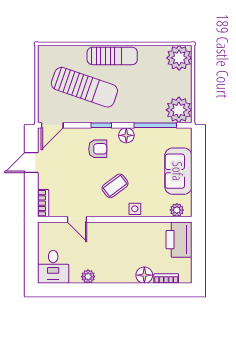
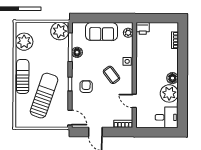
plant: (179, 58) -> (24, 42), moved
floor lamp: (126, 135) -> (77, 52), moved
door: (77, 219) -> (134, 101), swing flipped
printer: (179, 240) -> (143, 28), width x0.53, depth x0.68
floor lamp: (144, 275) -> (172, 78), moved
plant: (88, 277) -> (169, 93), width x1.88, depth x1.88

